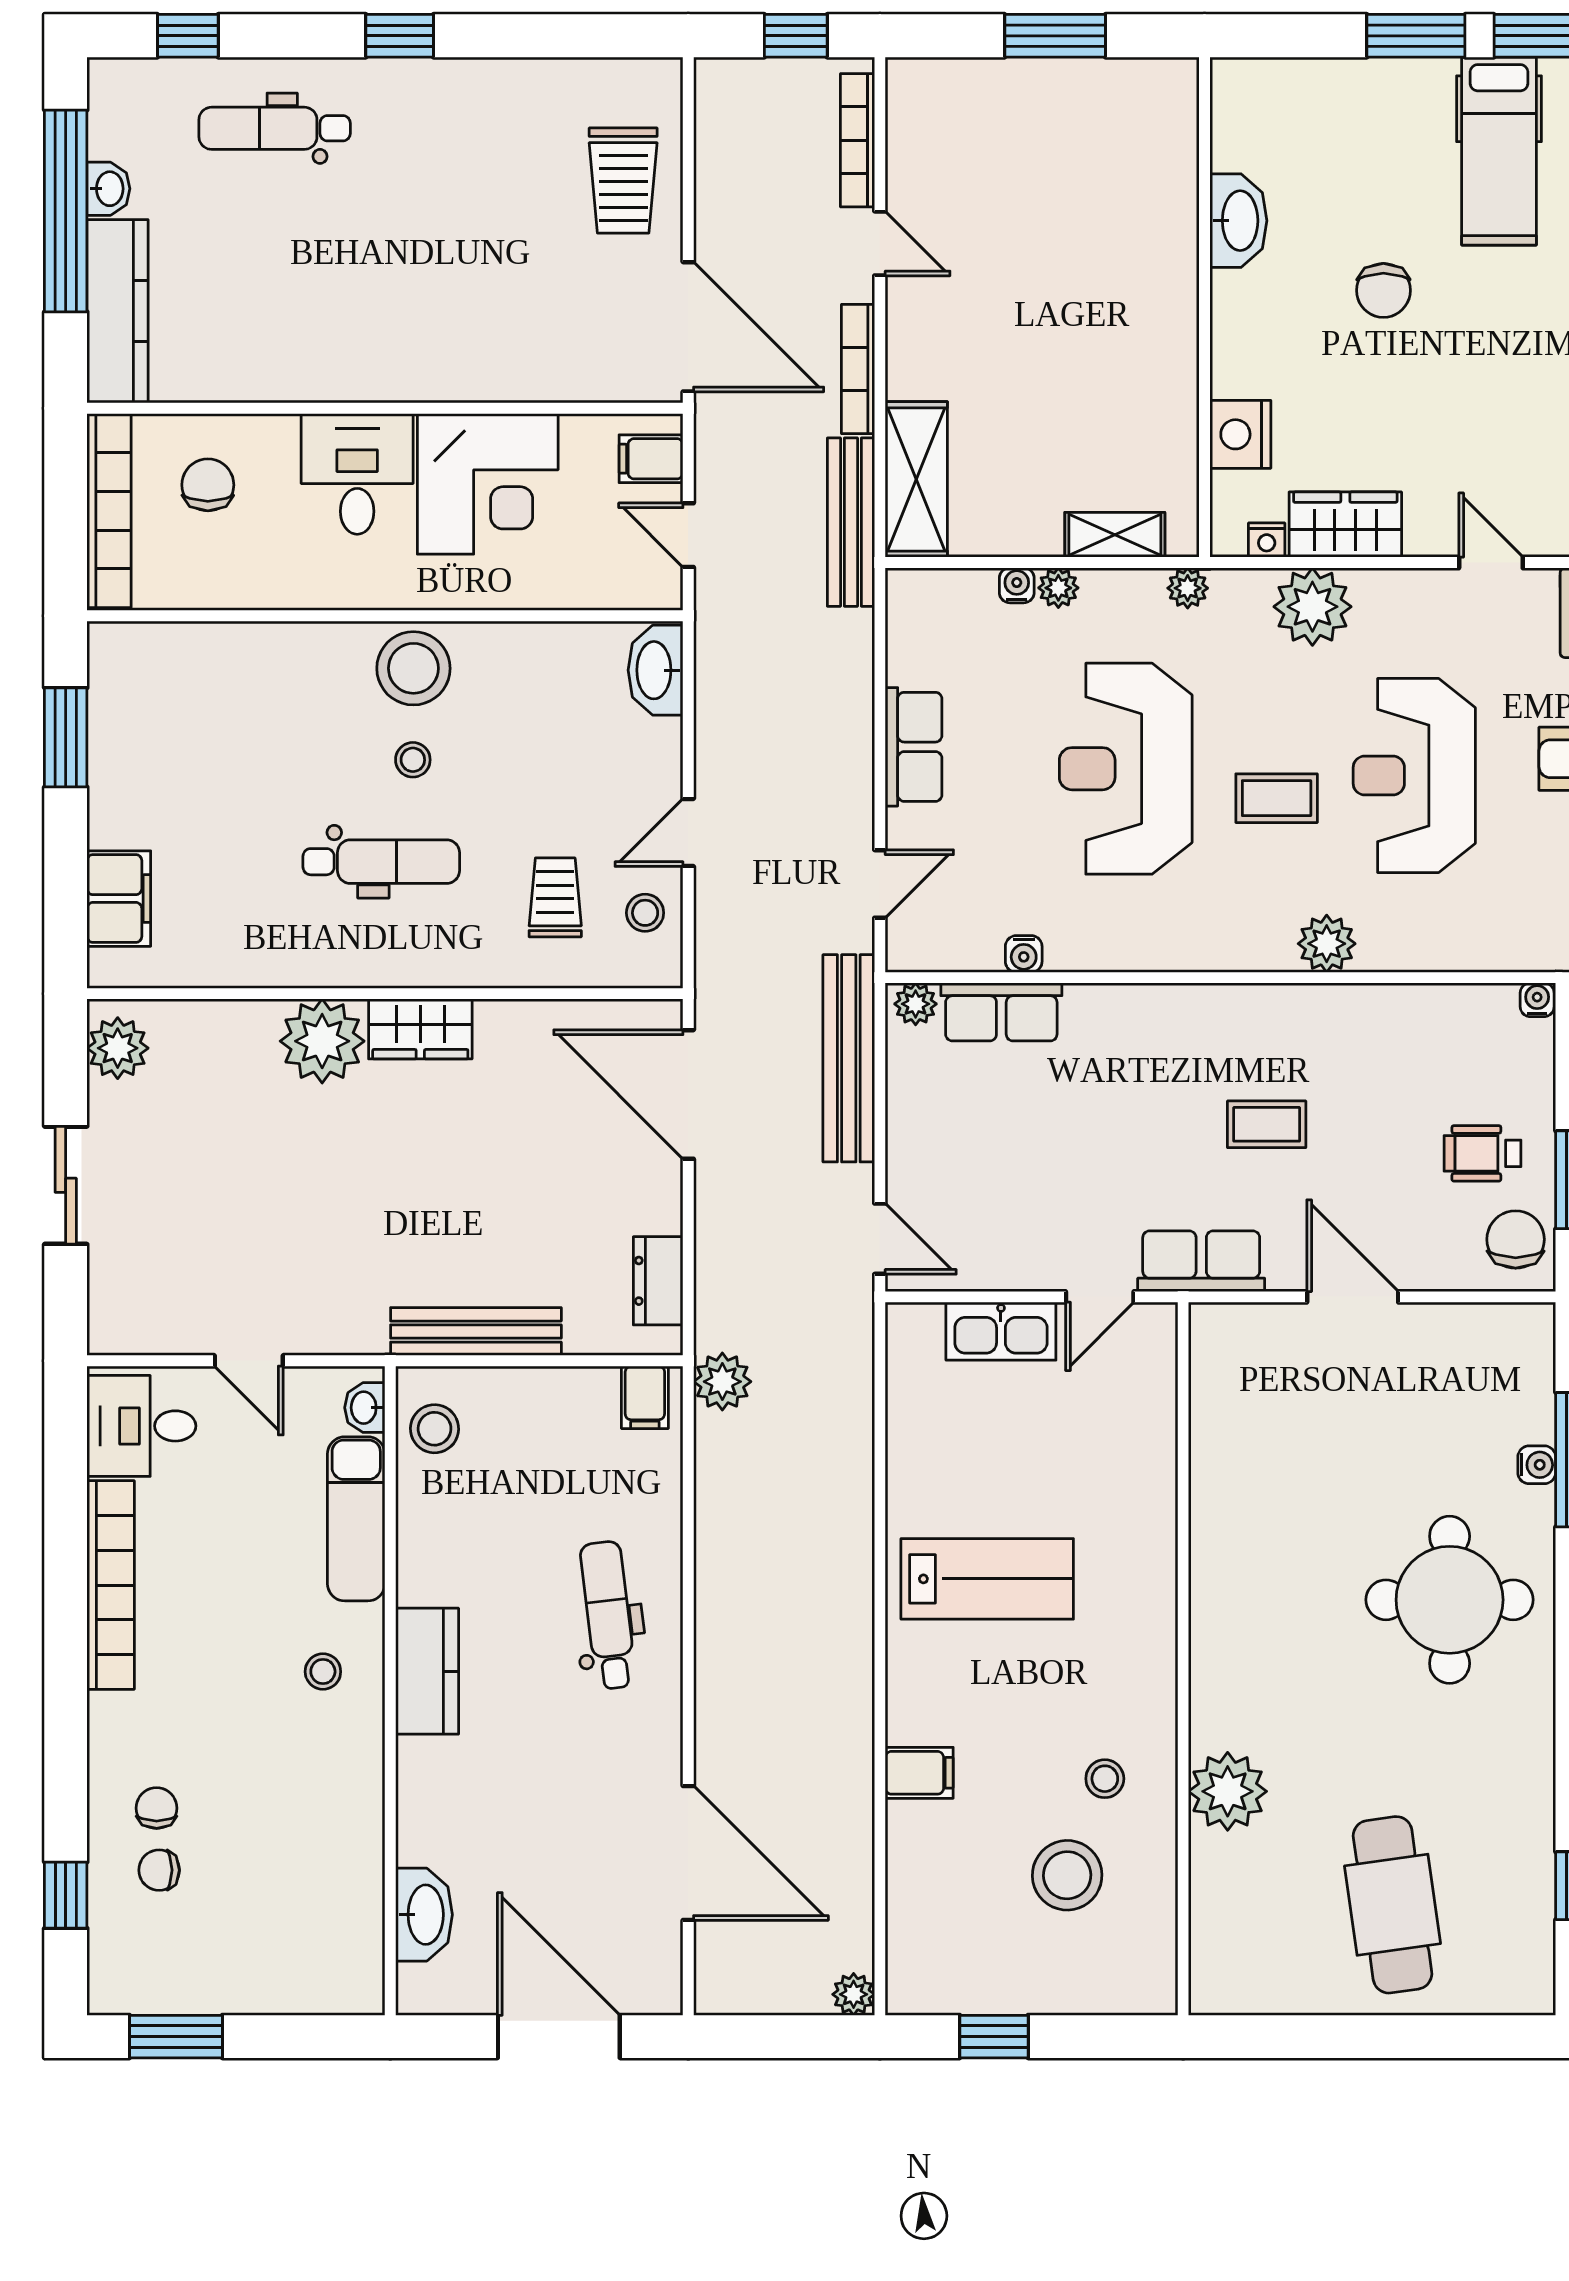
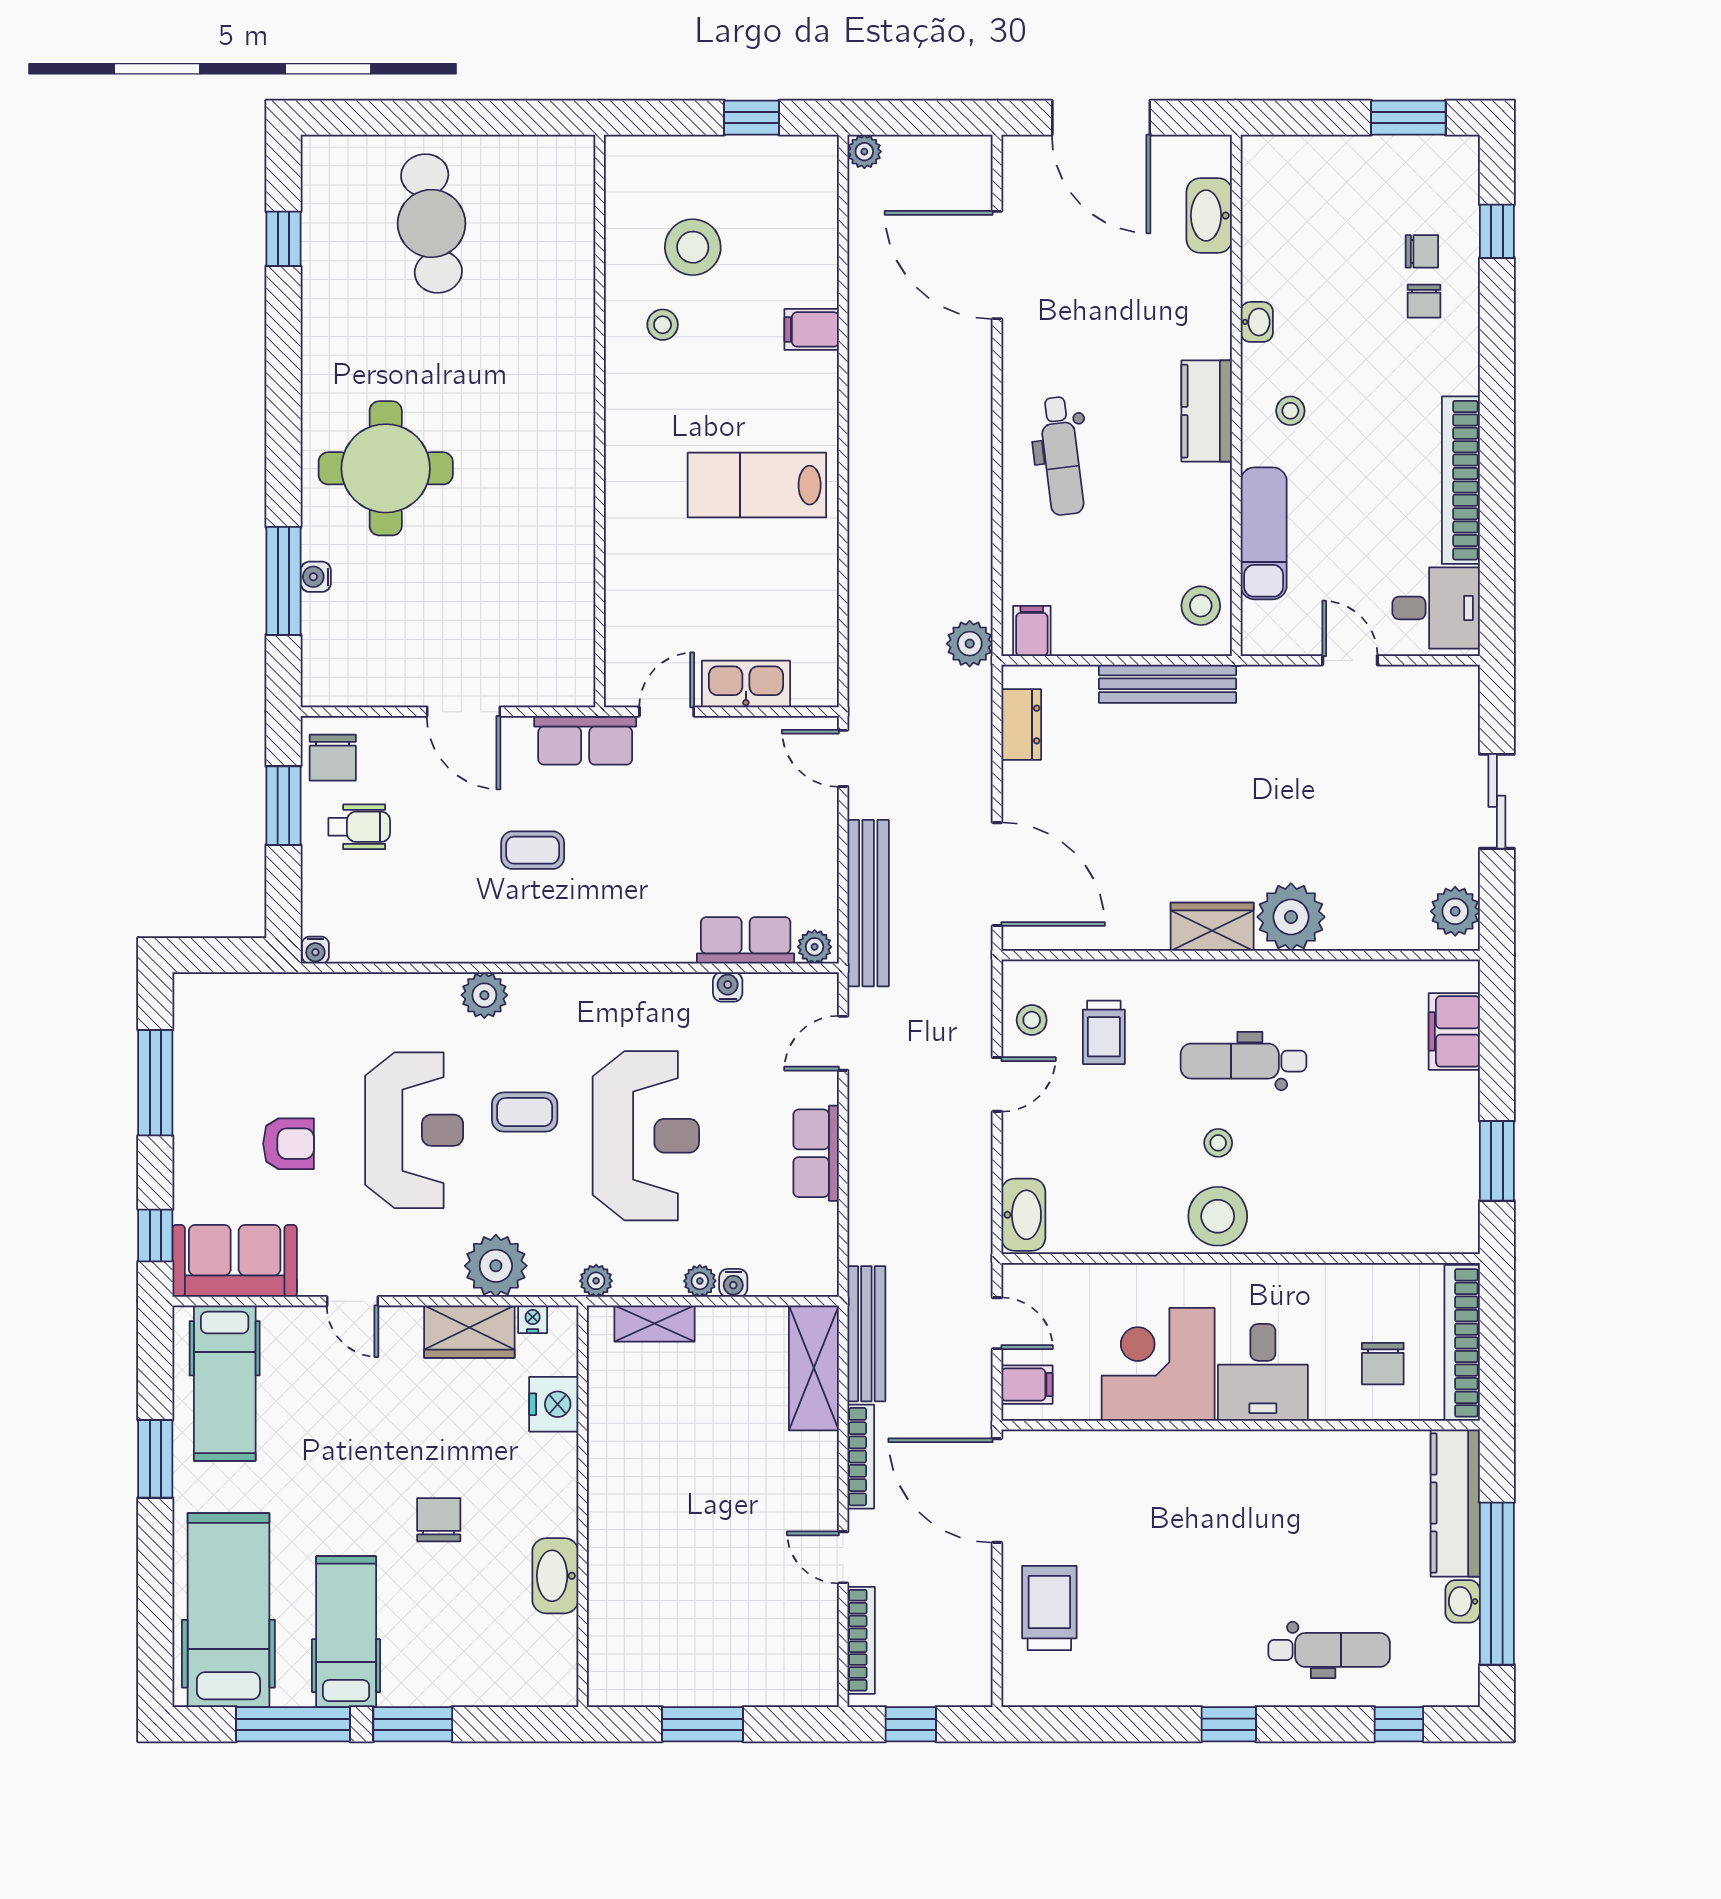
washbasin: (365, 1408) -> (1257, 322), moved
plant: (1228, 1791) -> (564, 315), removed

